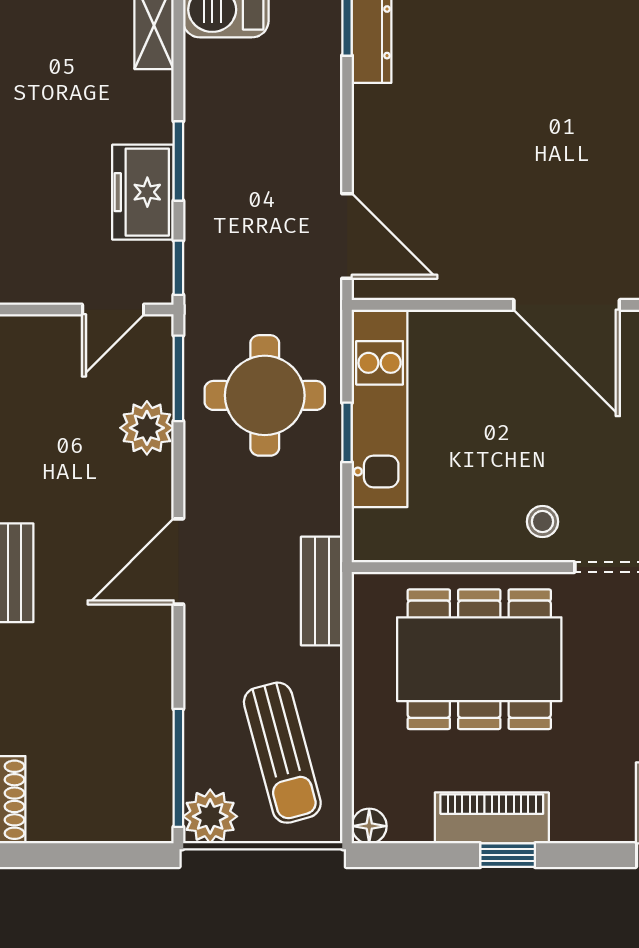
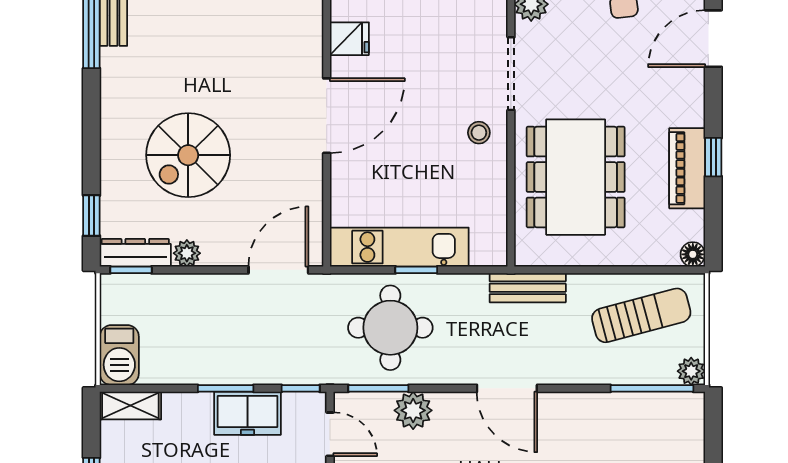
plant: (371, 106) -> (187, 253), added
spiral stairs: (510, 108) -> (188, 155), added
plant: (210, 816) -> (691, 371), width x0.73, depth x0.73

